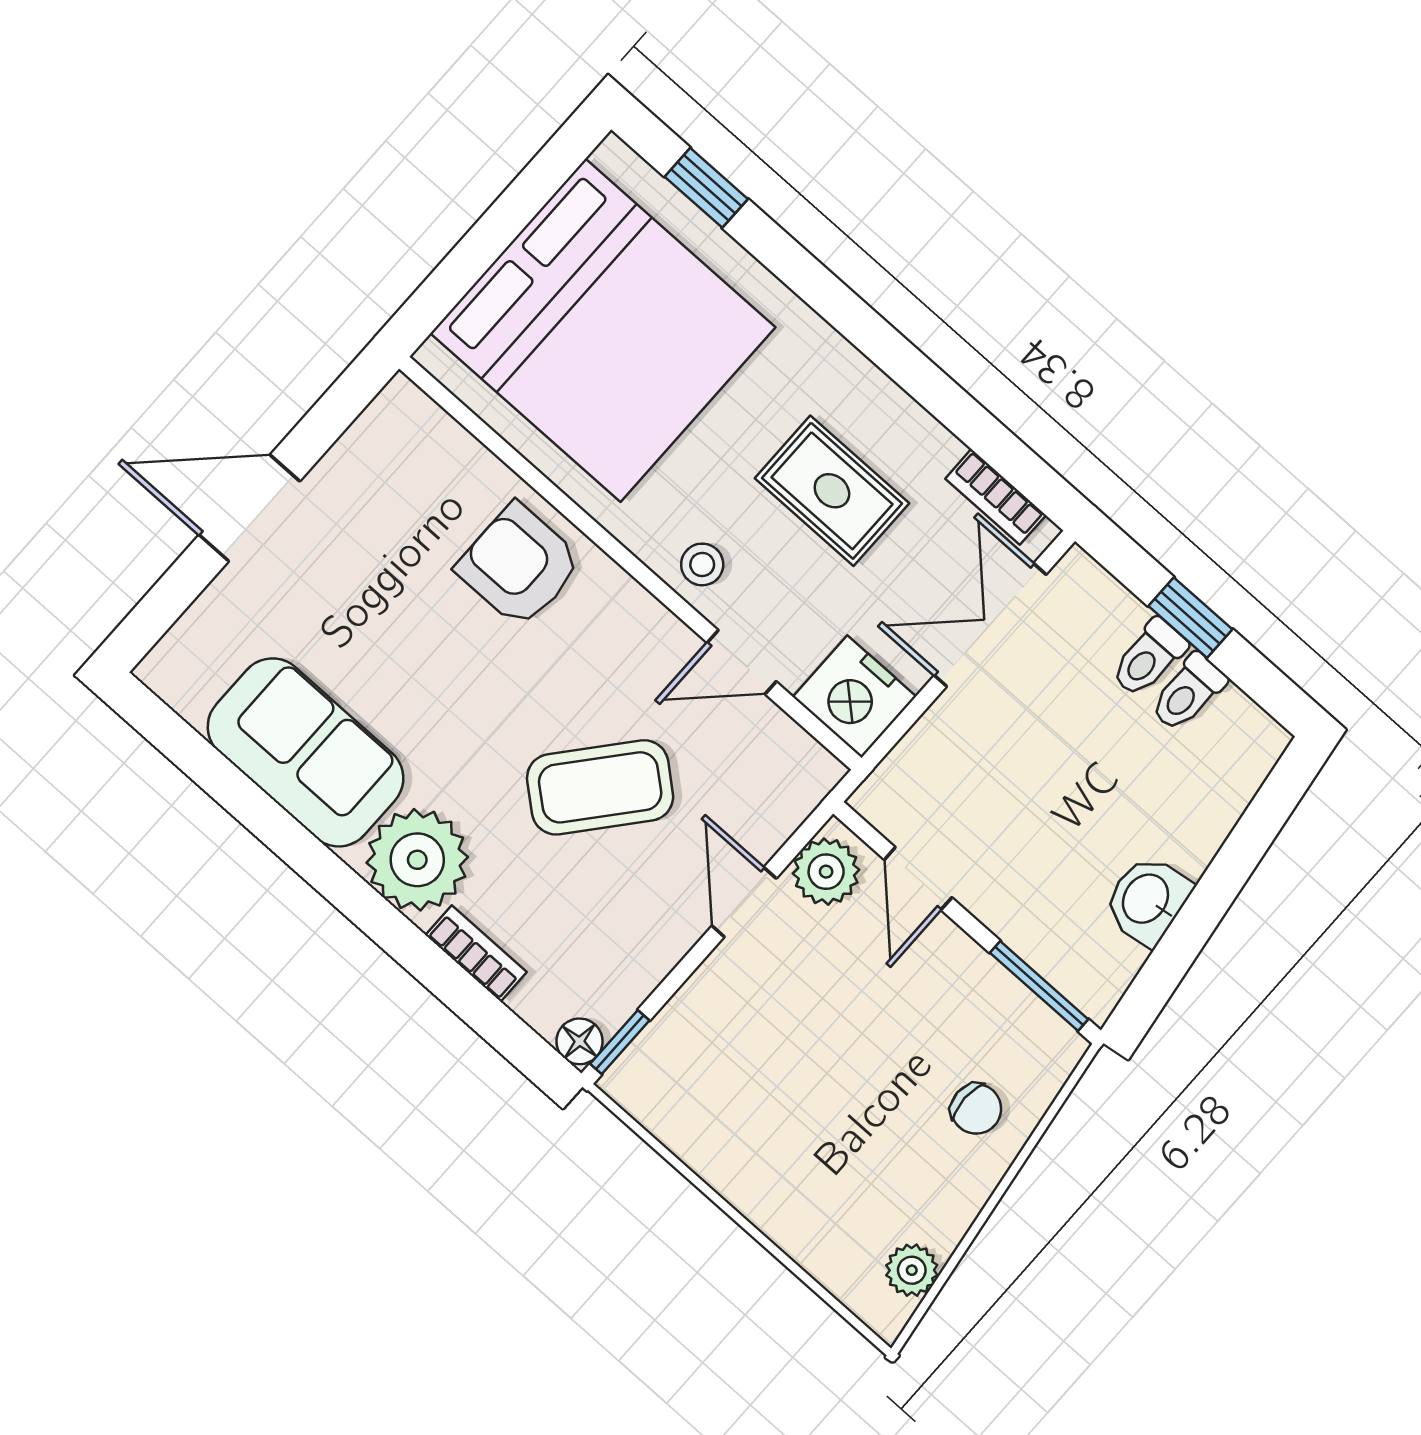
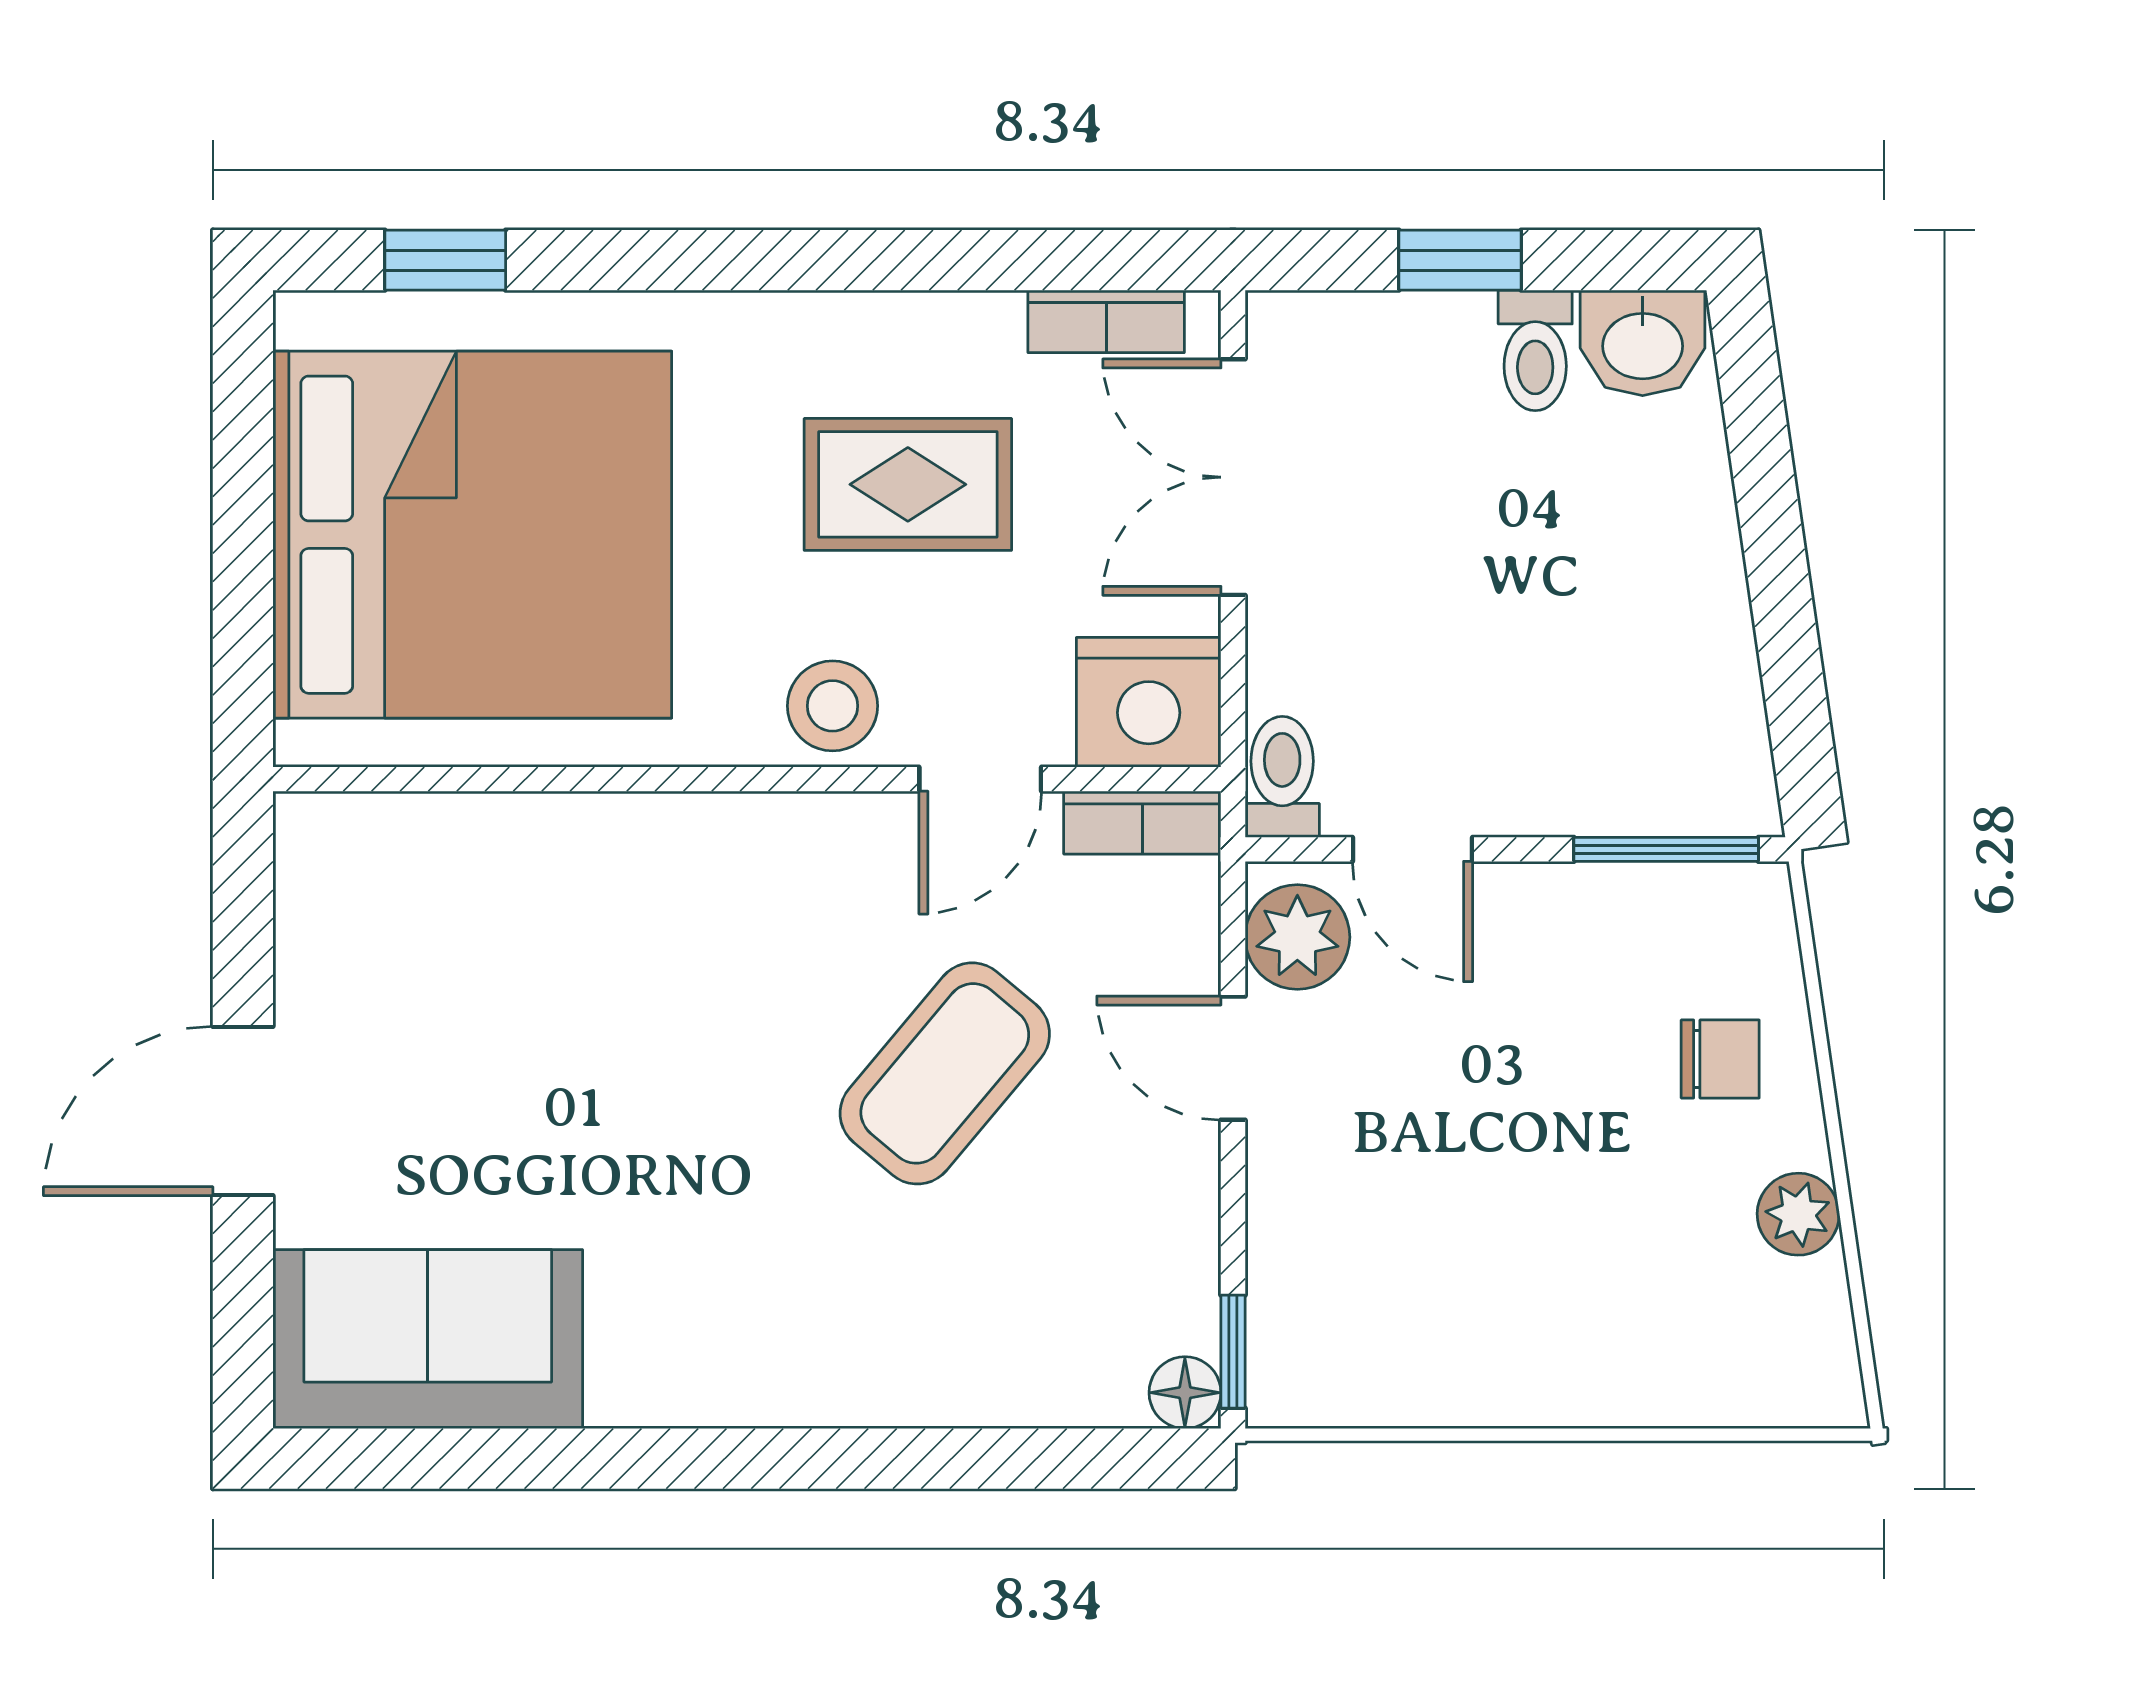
stool: (702, 564) -> (833, 706), width x1.37, depth x1.37
armchair: (519, 565) -> (619, 897), removed
toilet: (1149, 658) -> (1282, 777), moved, turned 180
sofa: (306, 752) -> (428, 1339), moved
plant: (417, 860) -> (806, 1349), removed
washbasin: (1147, 900) -> (1643, 343), moved, turned -82
bookcase: (476, 953) -> (1142, 823), moved, turned 180
plant: (912, 1270) -> (1798, 1214), moved

